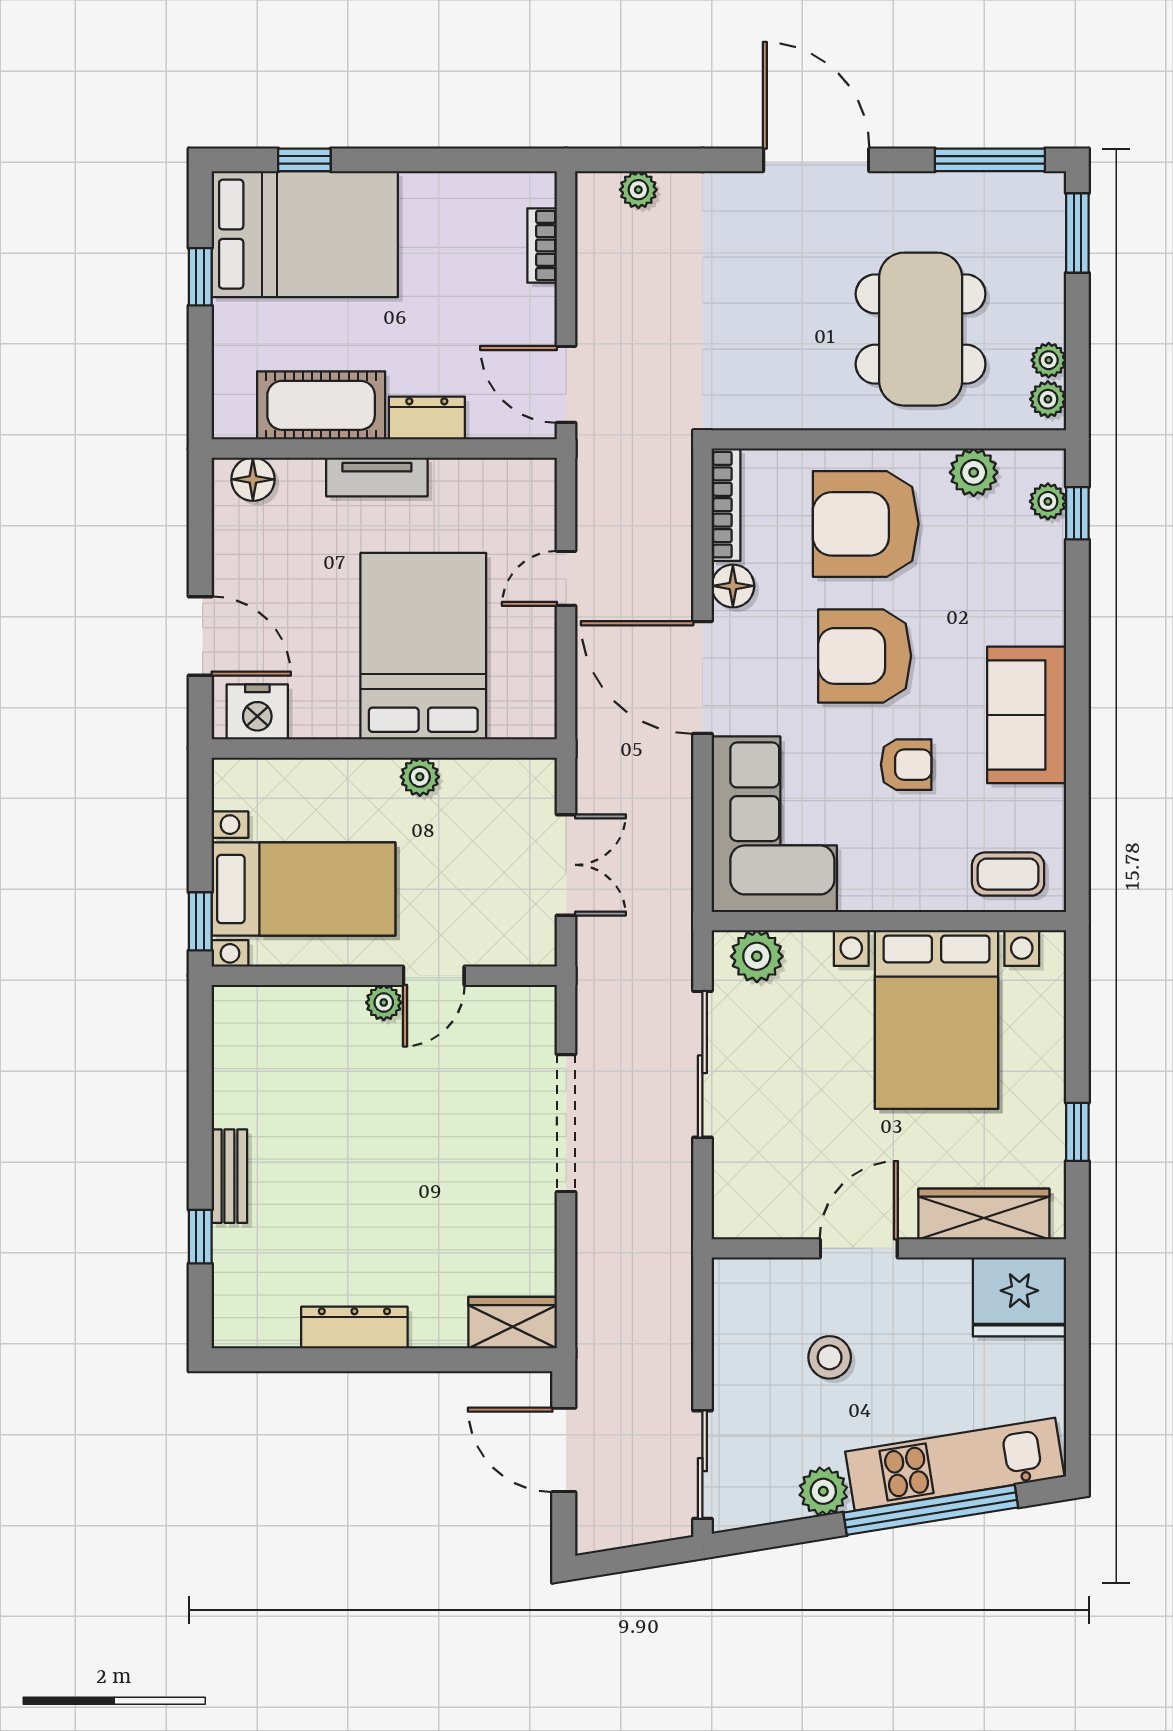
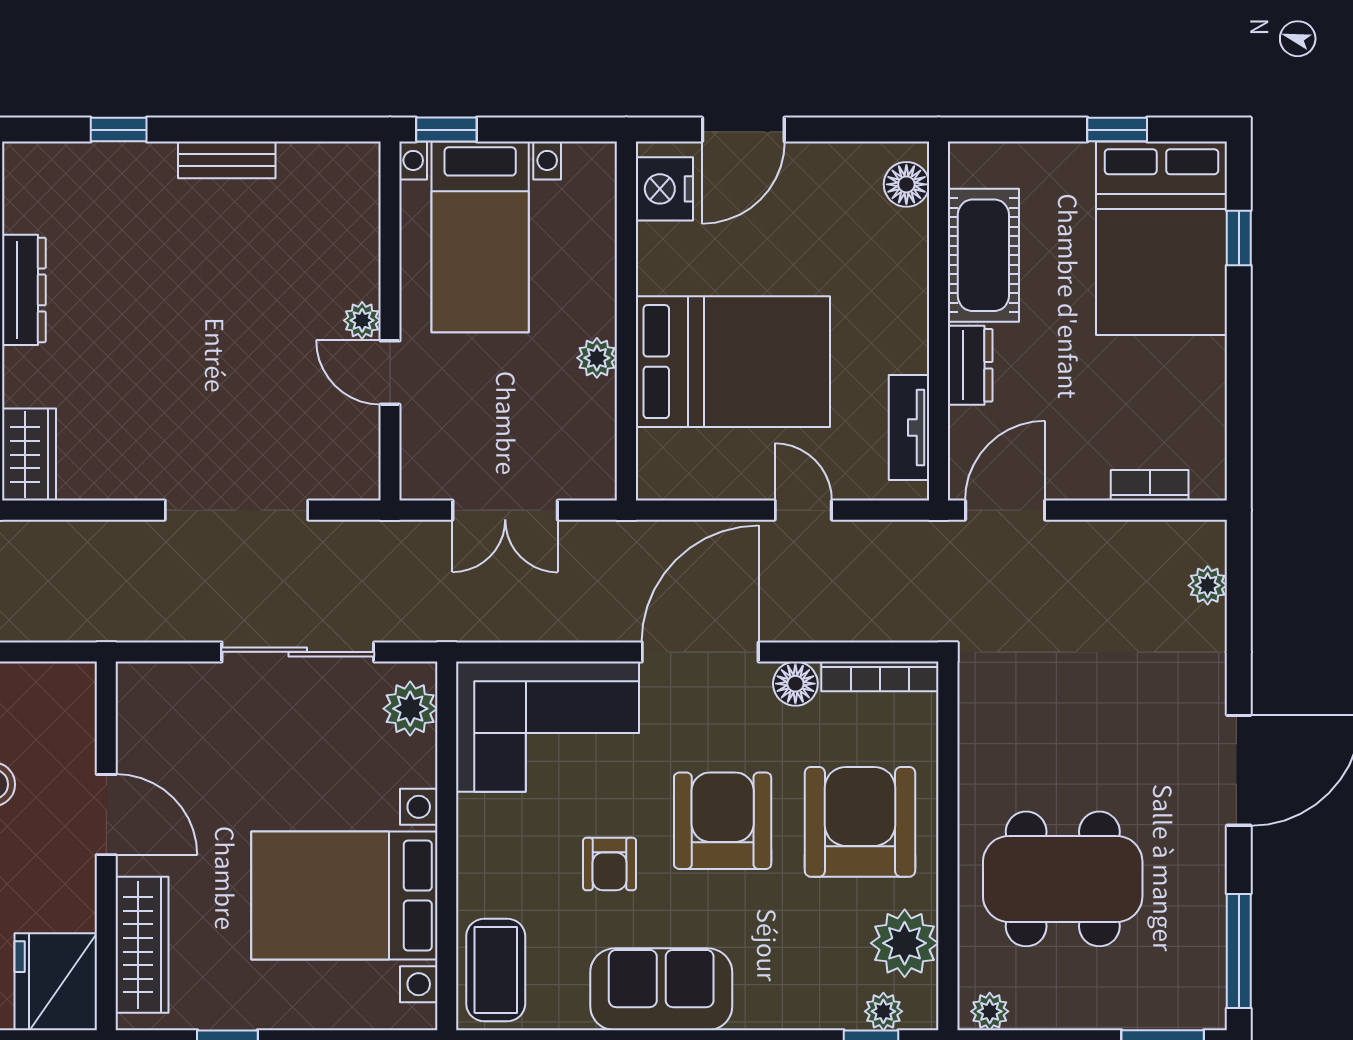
plant: (1049, 360) -> (1030, 1012), removed
plant: (974, 472) -> (905, 943), width x1.36, depth x1.36
tv unit: (377, 477) -> (909, 427), moved
coffee table: (1008, 874) -> (496, 970), width x1.36, depth x1.30
bench: (229, 1176) -> (227, 160), moved

